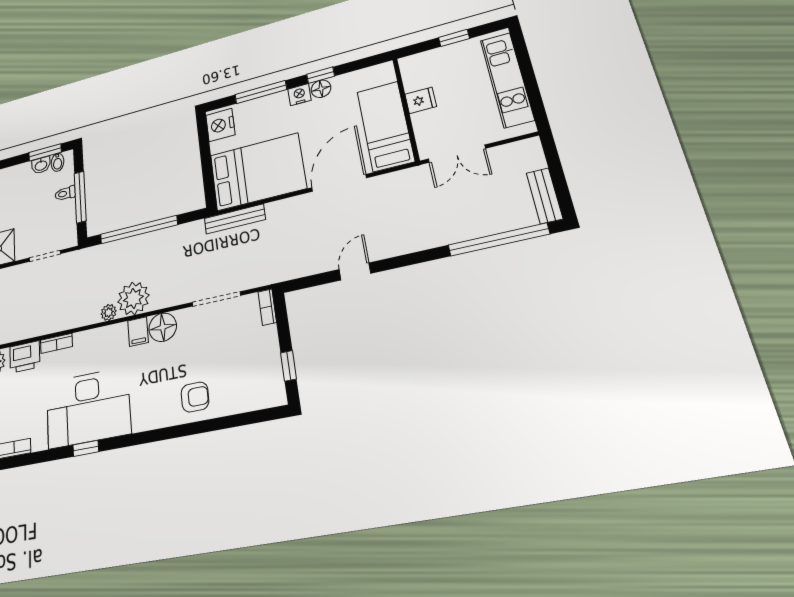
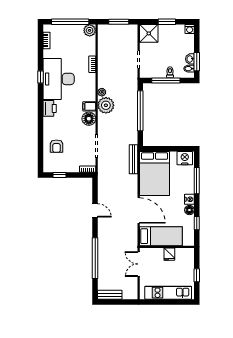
window: (321, 75) -> (197, 223), moved
window: (498, 240) -> (95, 258), moved
printer: (25, 357) -> (50, 108), moved, turned 180
armchair: (195, 397) -> (56, 146), moved

